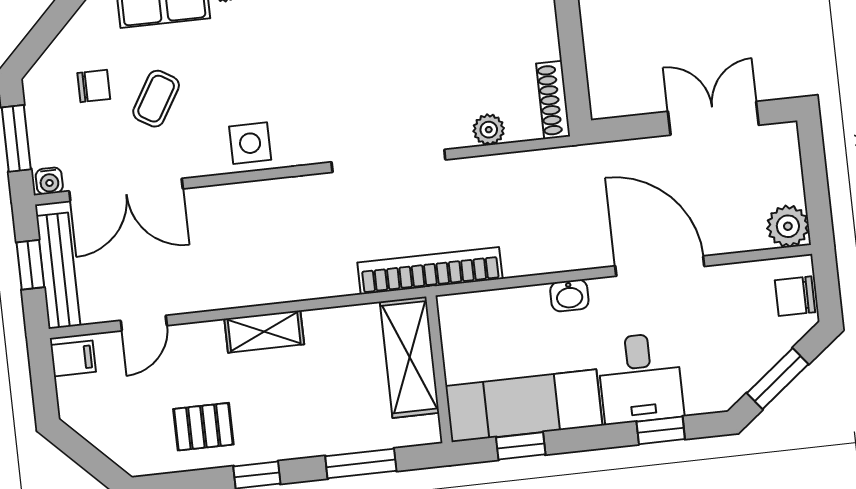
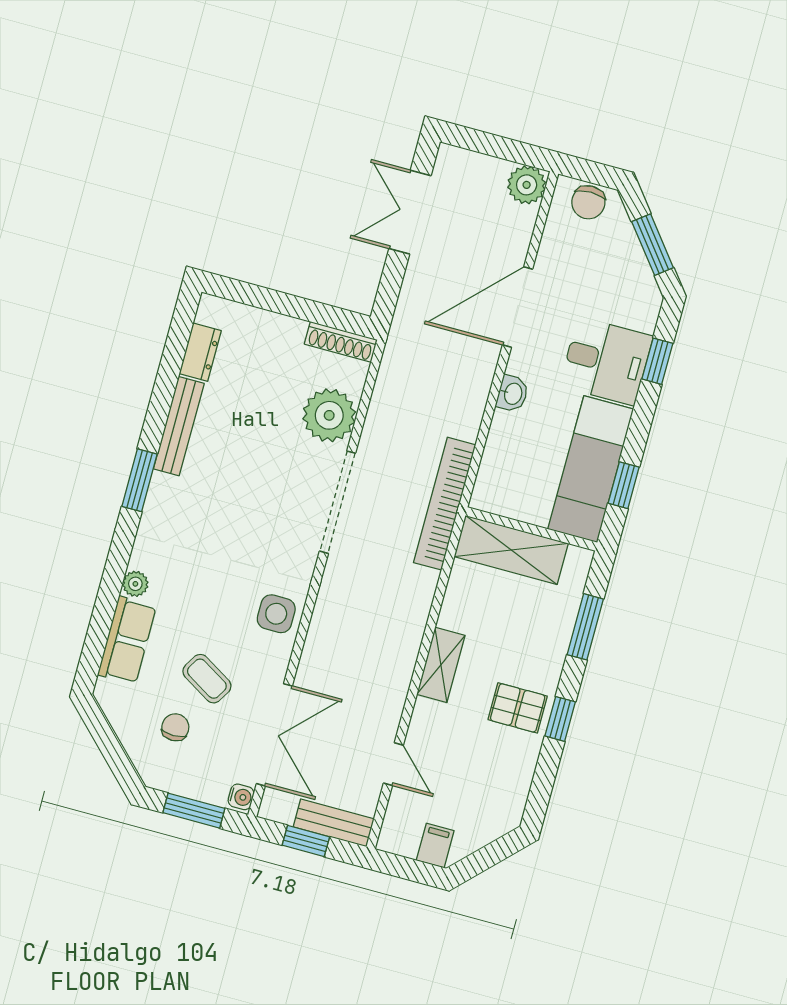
plant: (489, 130) -> (329, 415), width x1.88, depth x1.88
bench: (58, 271) -> (334, 823), width x0.73
filing cabinet: (73, 358) -> (435, 846), moved
pallet: (203, 427) -> (518, 708), moved, turned 90

